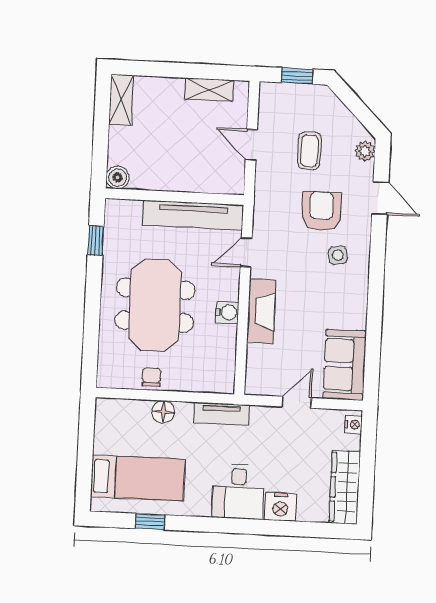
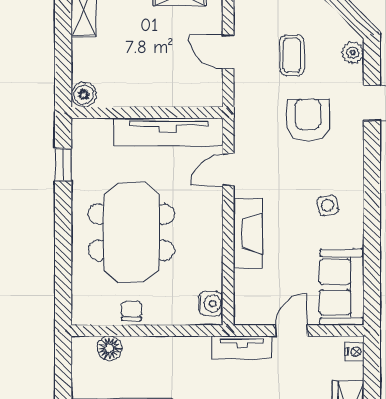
side table: (338, 255) -> (328, 205), moved
water cooler: (227, 312) -> (211, 304), moved
floor lamp: (163, 412) -> (109, 348), moved
tv unit: (222, 414) -> (242, 347), moved

